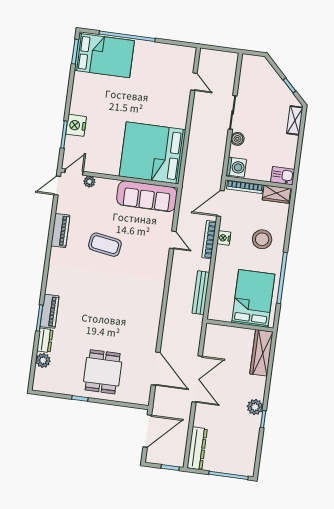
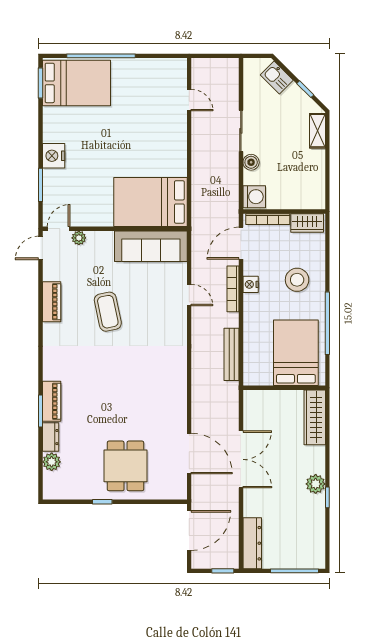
nightstand: (76, 125) -> (54, 156), moved
bed: (152, 153) -> (150, 202), width x0.73
kitchen sink: (283, 176) -> (277, 78), moved, turned -135
coffee table: (105, 245) -> (108, 312), turned 69

